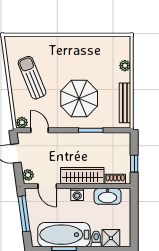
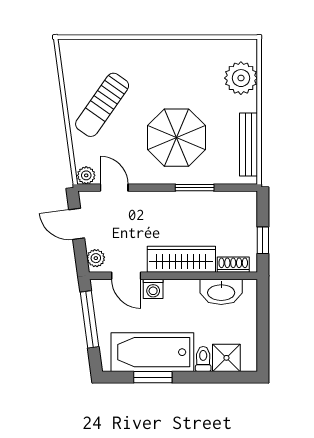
plant: (125, 66) -> (241, 78), width x1.88, depth x1.88
sun lounger: (32, 78) -> (102, 105), turned -123
washing machine: (77, 194) -> (153, 289), moved

